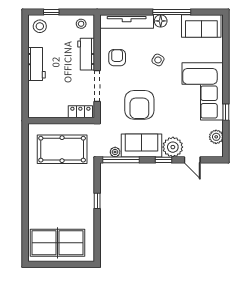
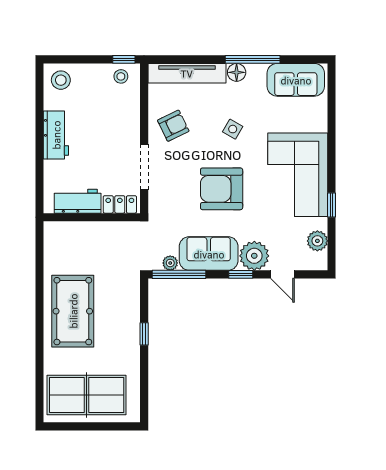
window: (51, 12) -> (124, 59), moved
workbench: (86, 54) -> (78, 201), moved, turned 90
armchair: (117, 58) -> (173, 126), turned 64
armchair: (139, 105) -> (222, 189), moved, turned 90
pool table: (62, 149) -> (73, 311), moved, turned 90

